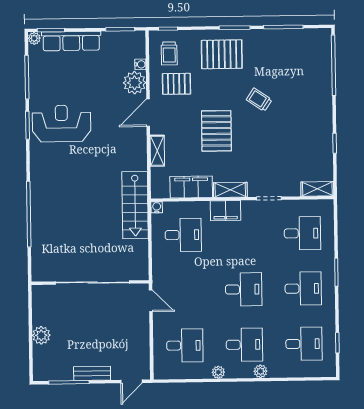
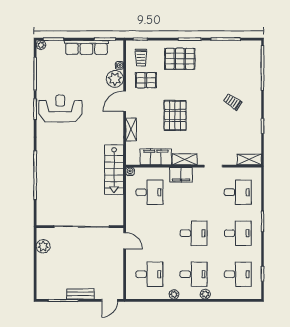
row of seats: (71, 41) -> (86, 47), moved
trolley: (259, 100) -> (233, 102), moved
plant: (41, 335) -> (43, 246), moved

